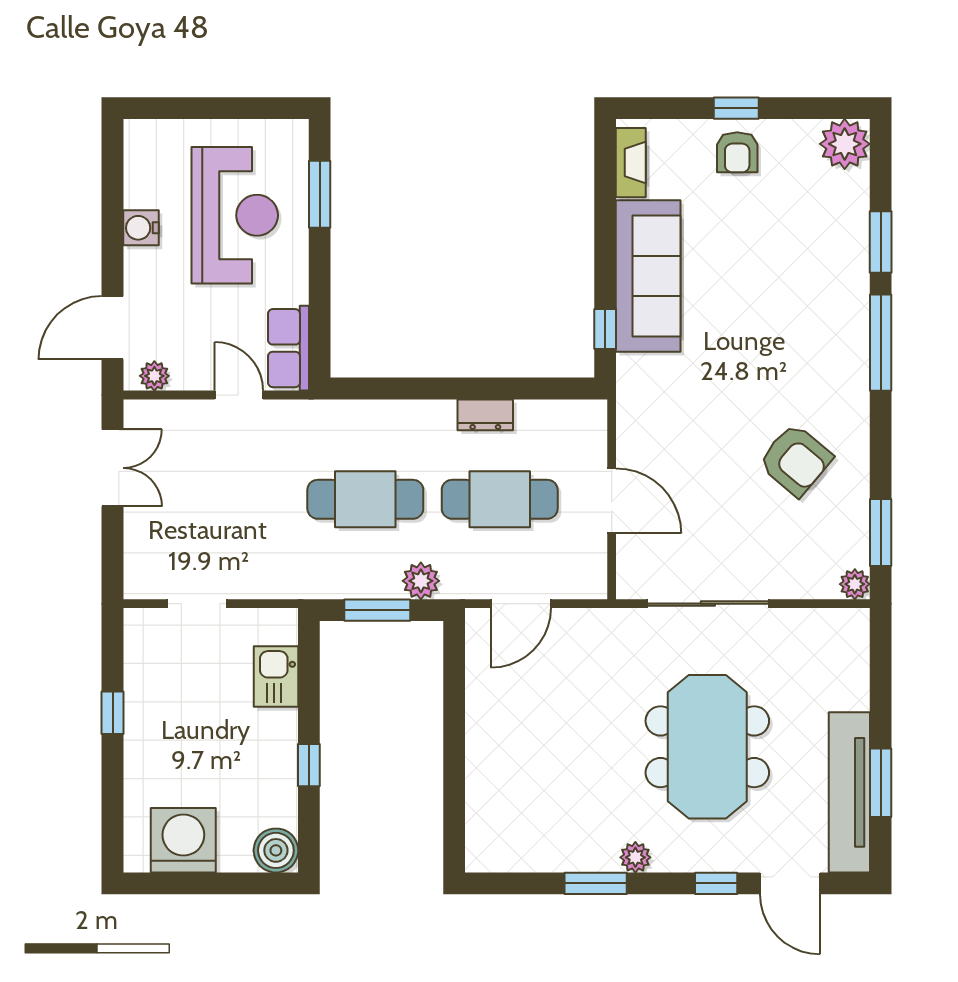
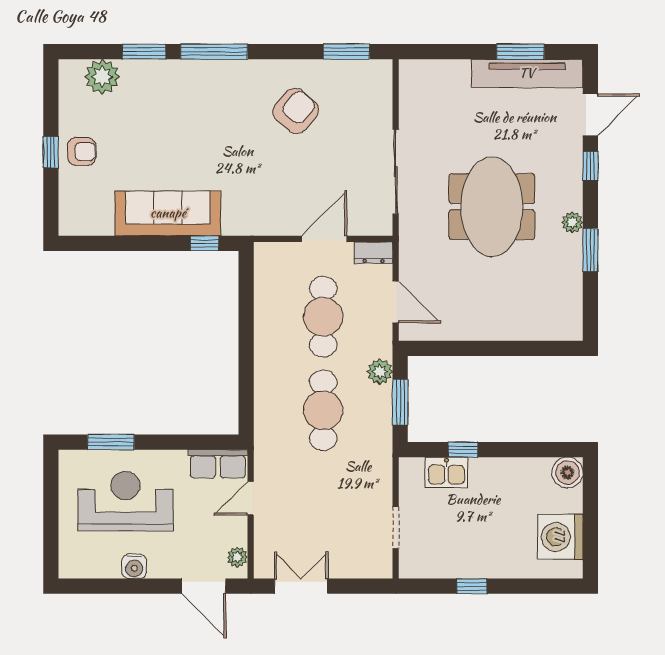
plant: (845, 144) -> (102, 77), moved
fireplace: (631, 163) -> (89, 225), removed
dresser: (485, 415) -> (373, 253), moved, turned 90
plant: (855, 584) -> (382, 70), removed
meeting table: (707, 747) -> (492, 207), moved, turned 90
window: (309, 765) -> (463, 450), moved

